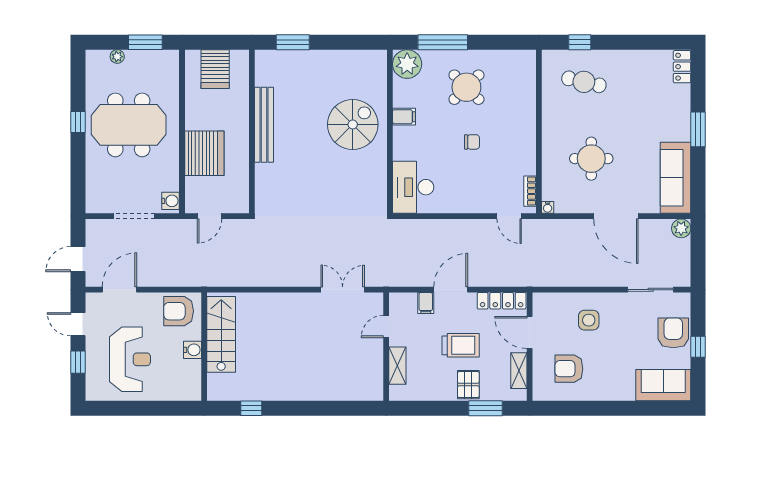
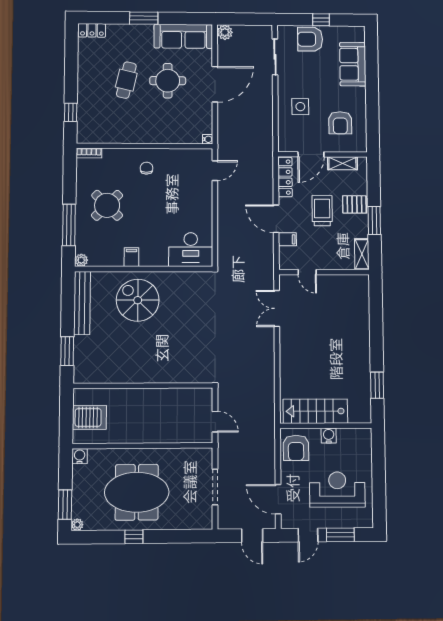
window: (145, 42) -> (65, 505), moved
plant: (117, 57) -> (77, 525), moved
plant: (407, 64) -> (81, 260), width x0.53, depth x0.53
cafe table: (584, 82) -> (126, 80), moved
meeting table: (129, 125) -> (137, 492), turned 90
bench: (264, 125) -> (82, 303), moved, turned 90
chair: (472, 142) -> (147, 168), moved
server rack: (204, 153) -> (161, 426), removed
round table: (591, 159) -> (168, 81), moved
bookcase: (530, 191) -> (89, 153), moved
water cooler: (171, 201) -> (80, 456), moved
window: (78, 362) -> (340, 535), width x1.50
shelving: (397, 366) -> (362, 254), moved, turned 90
sofa: (663, 385) -> (353, 64), moved
window: (251, 408) -> (377, 385), width x1.50
window: (486, 408) -> (374, 220), moved

